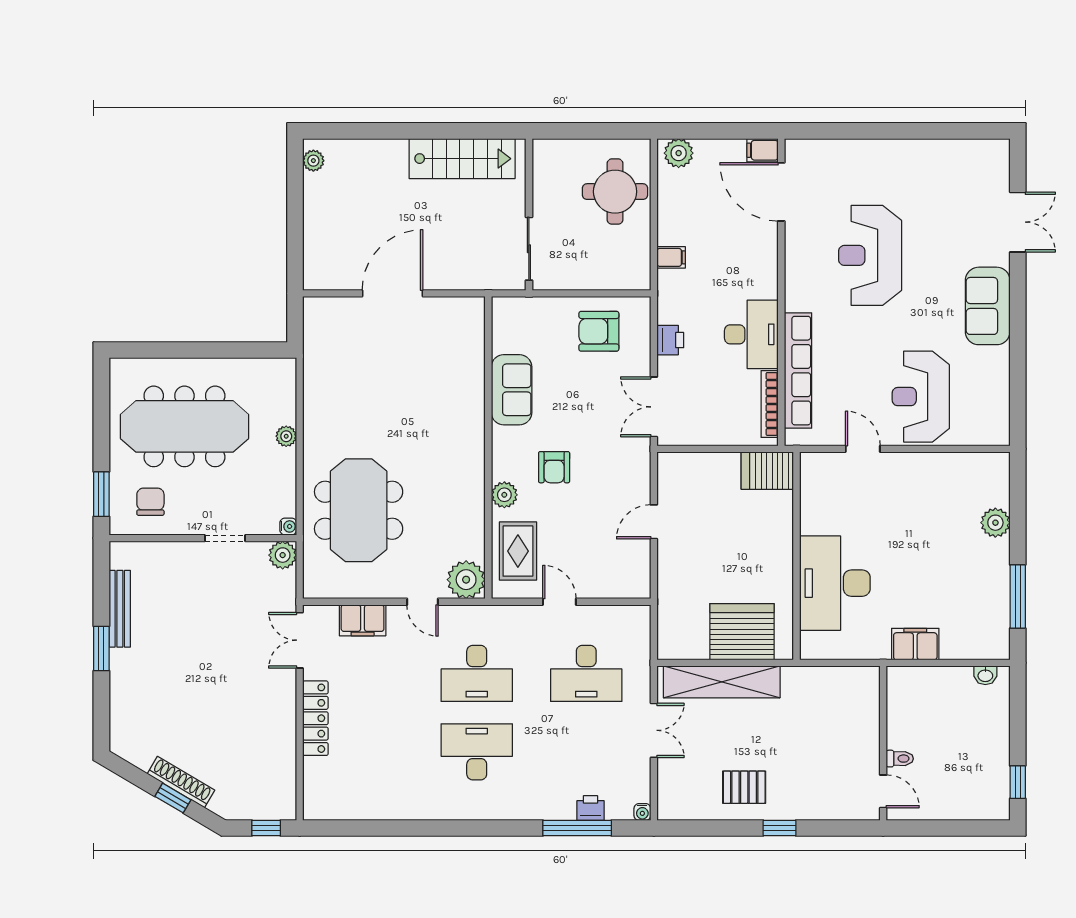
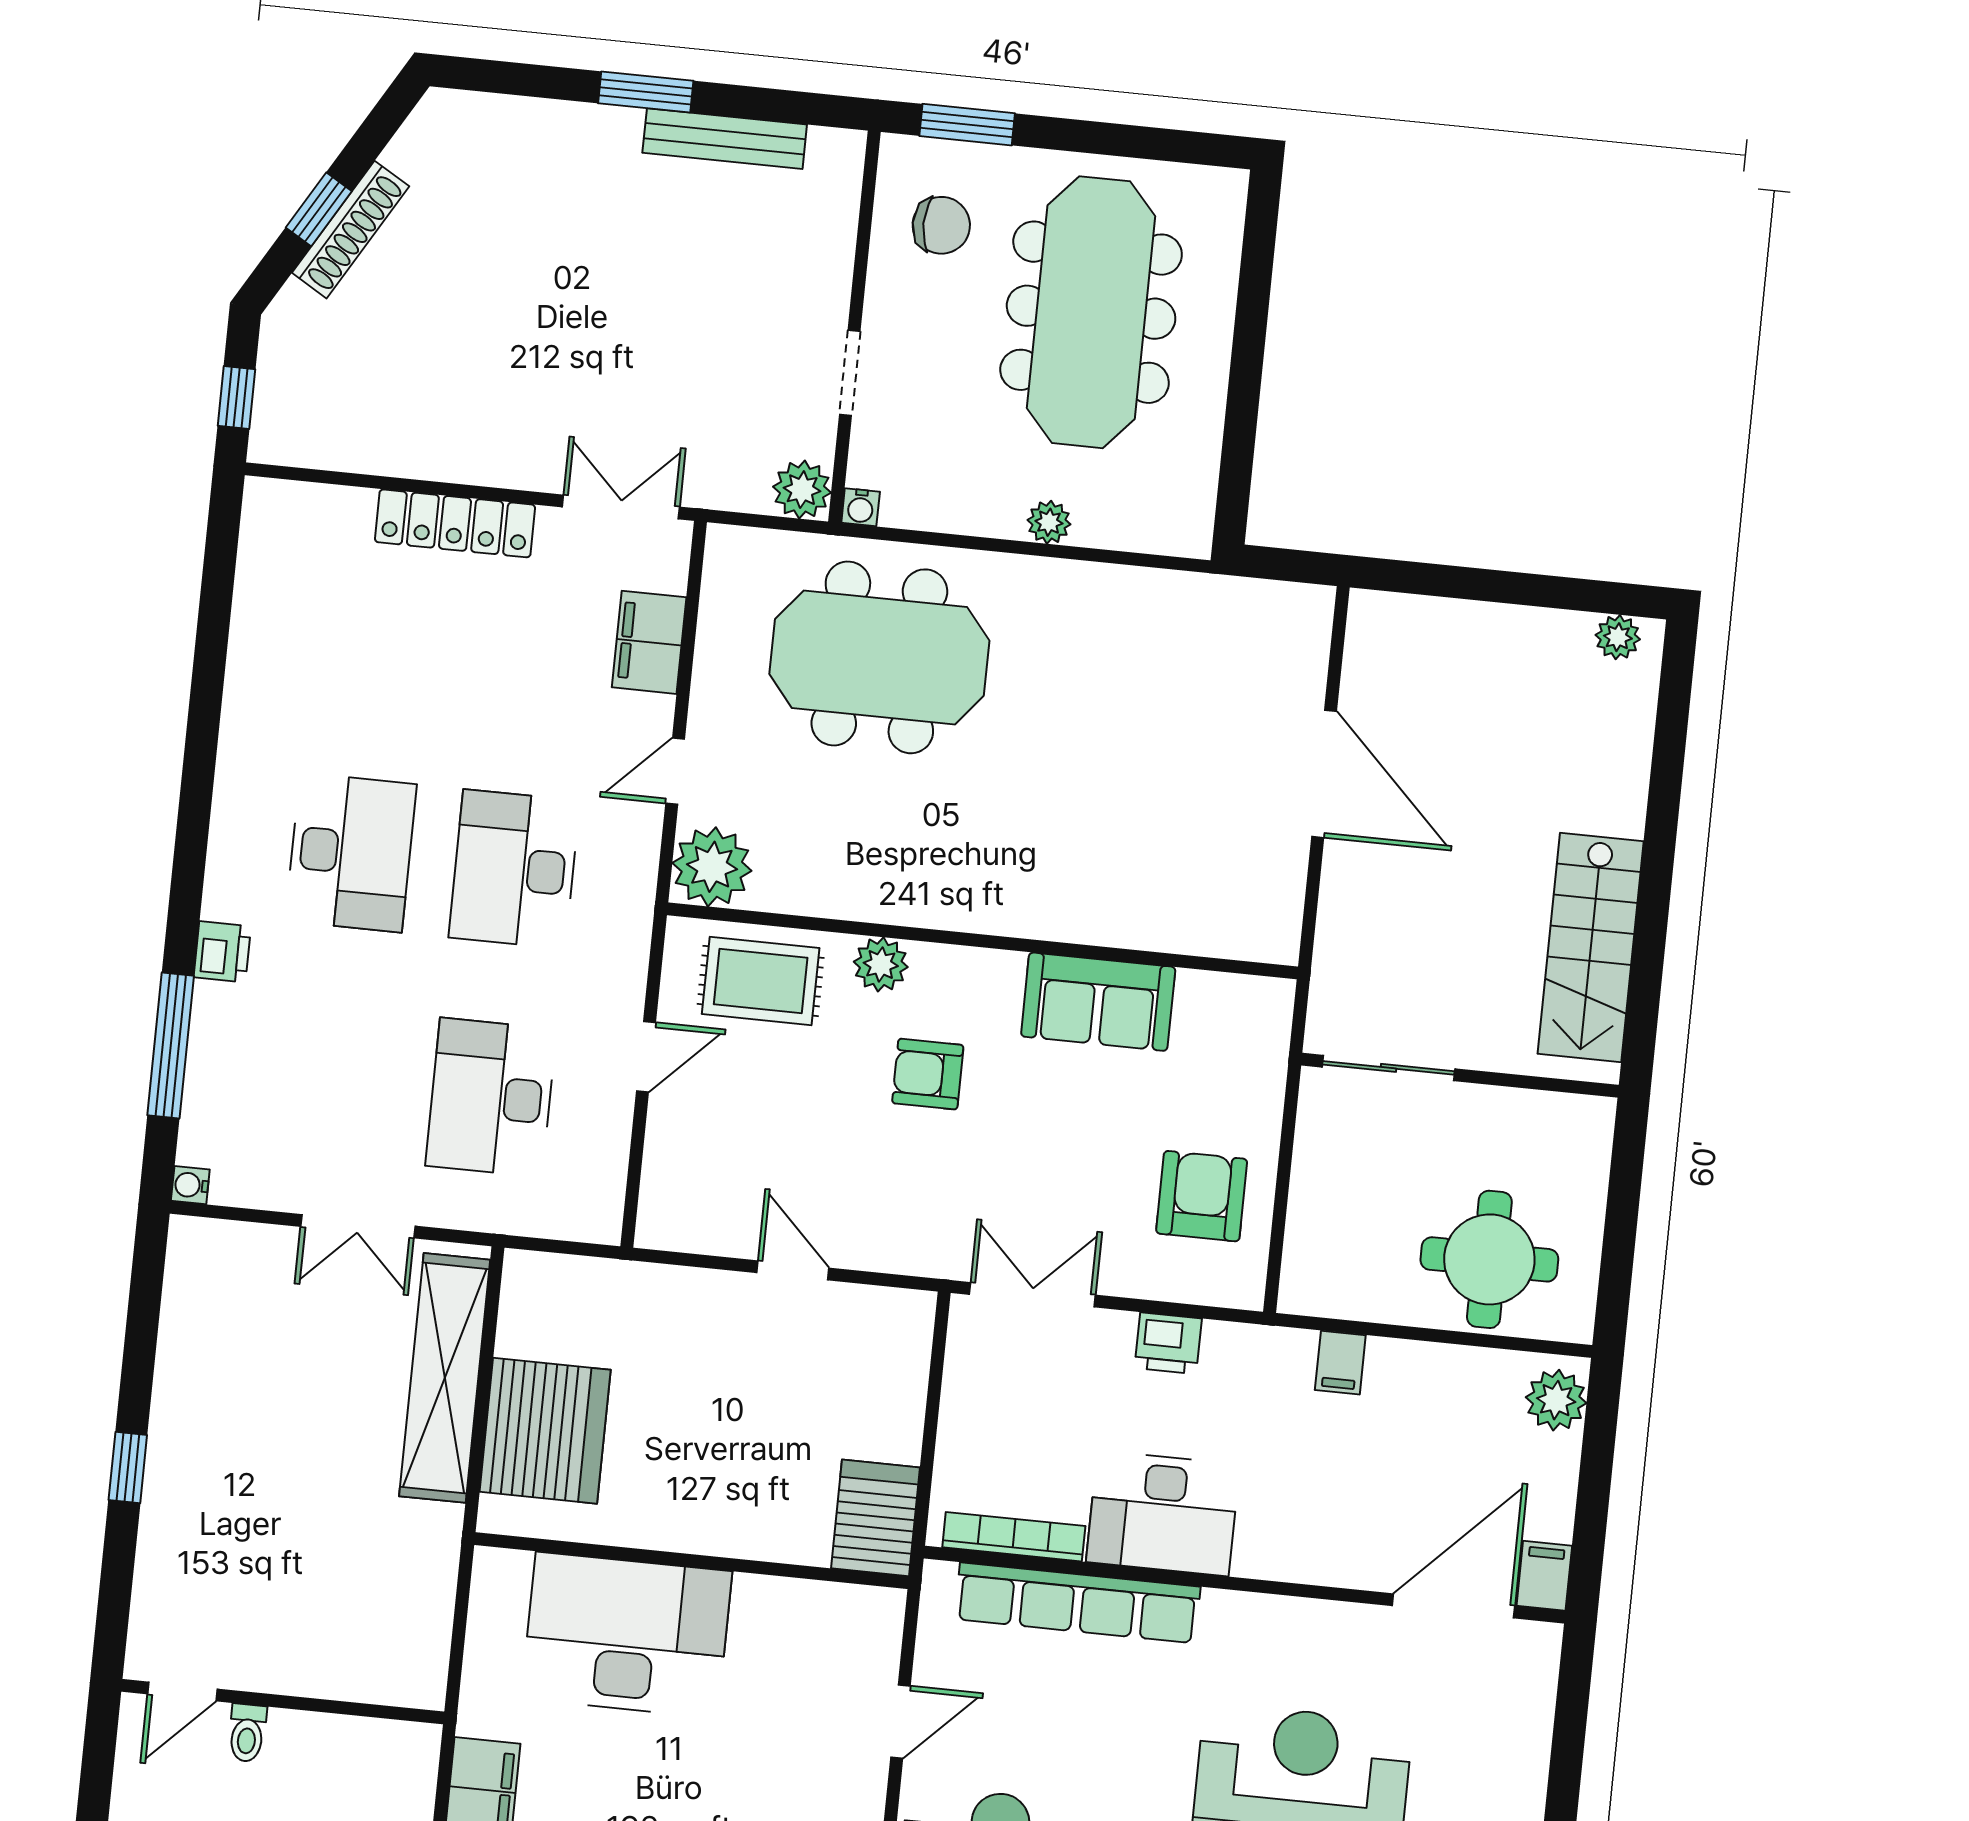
pallet: (744, 787) -> (220, 1402), removed
printer: (590, 808) -> (222, 952), moved

